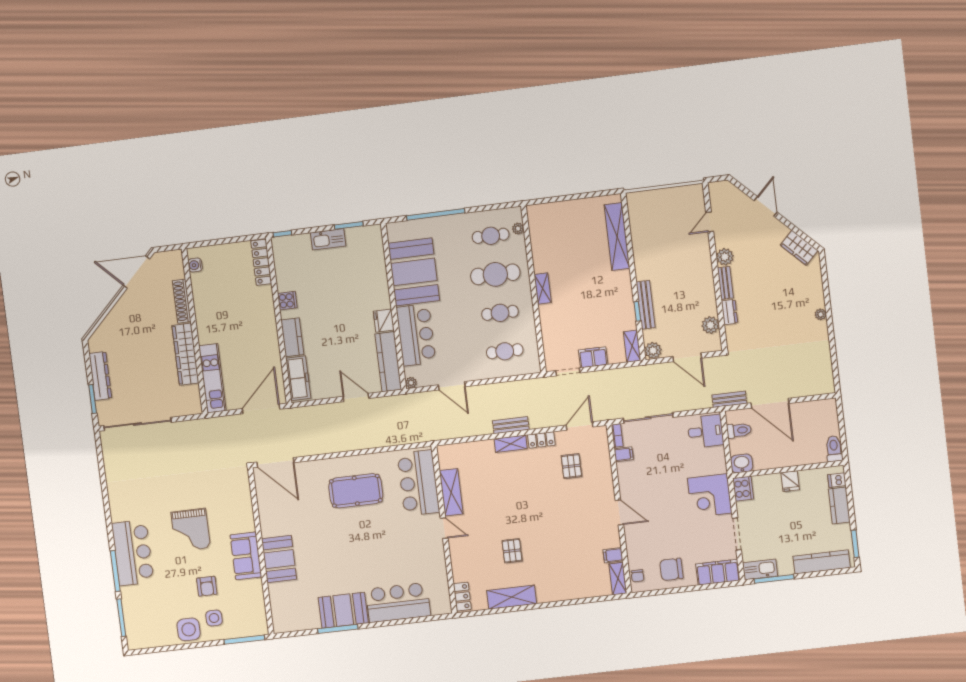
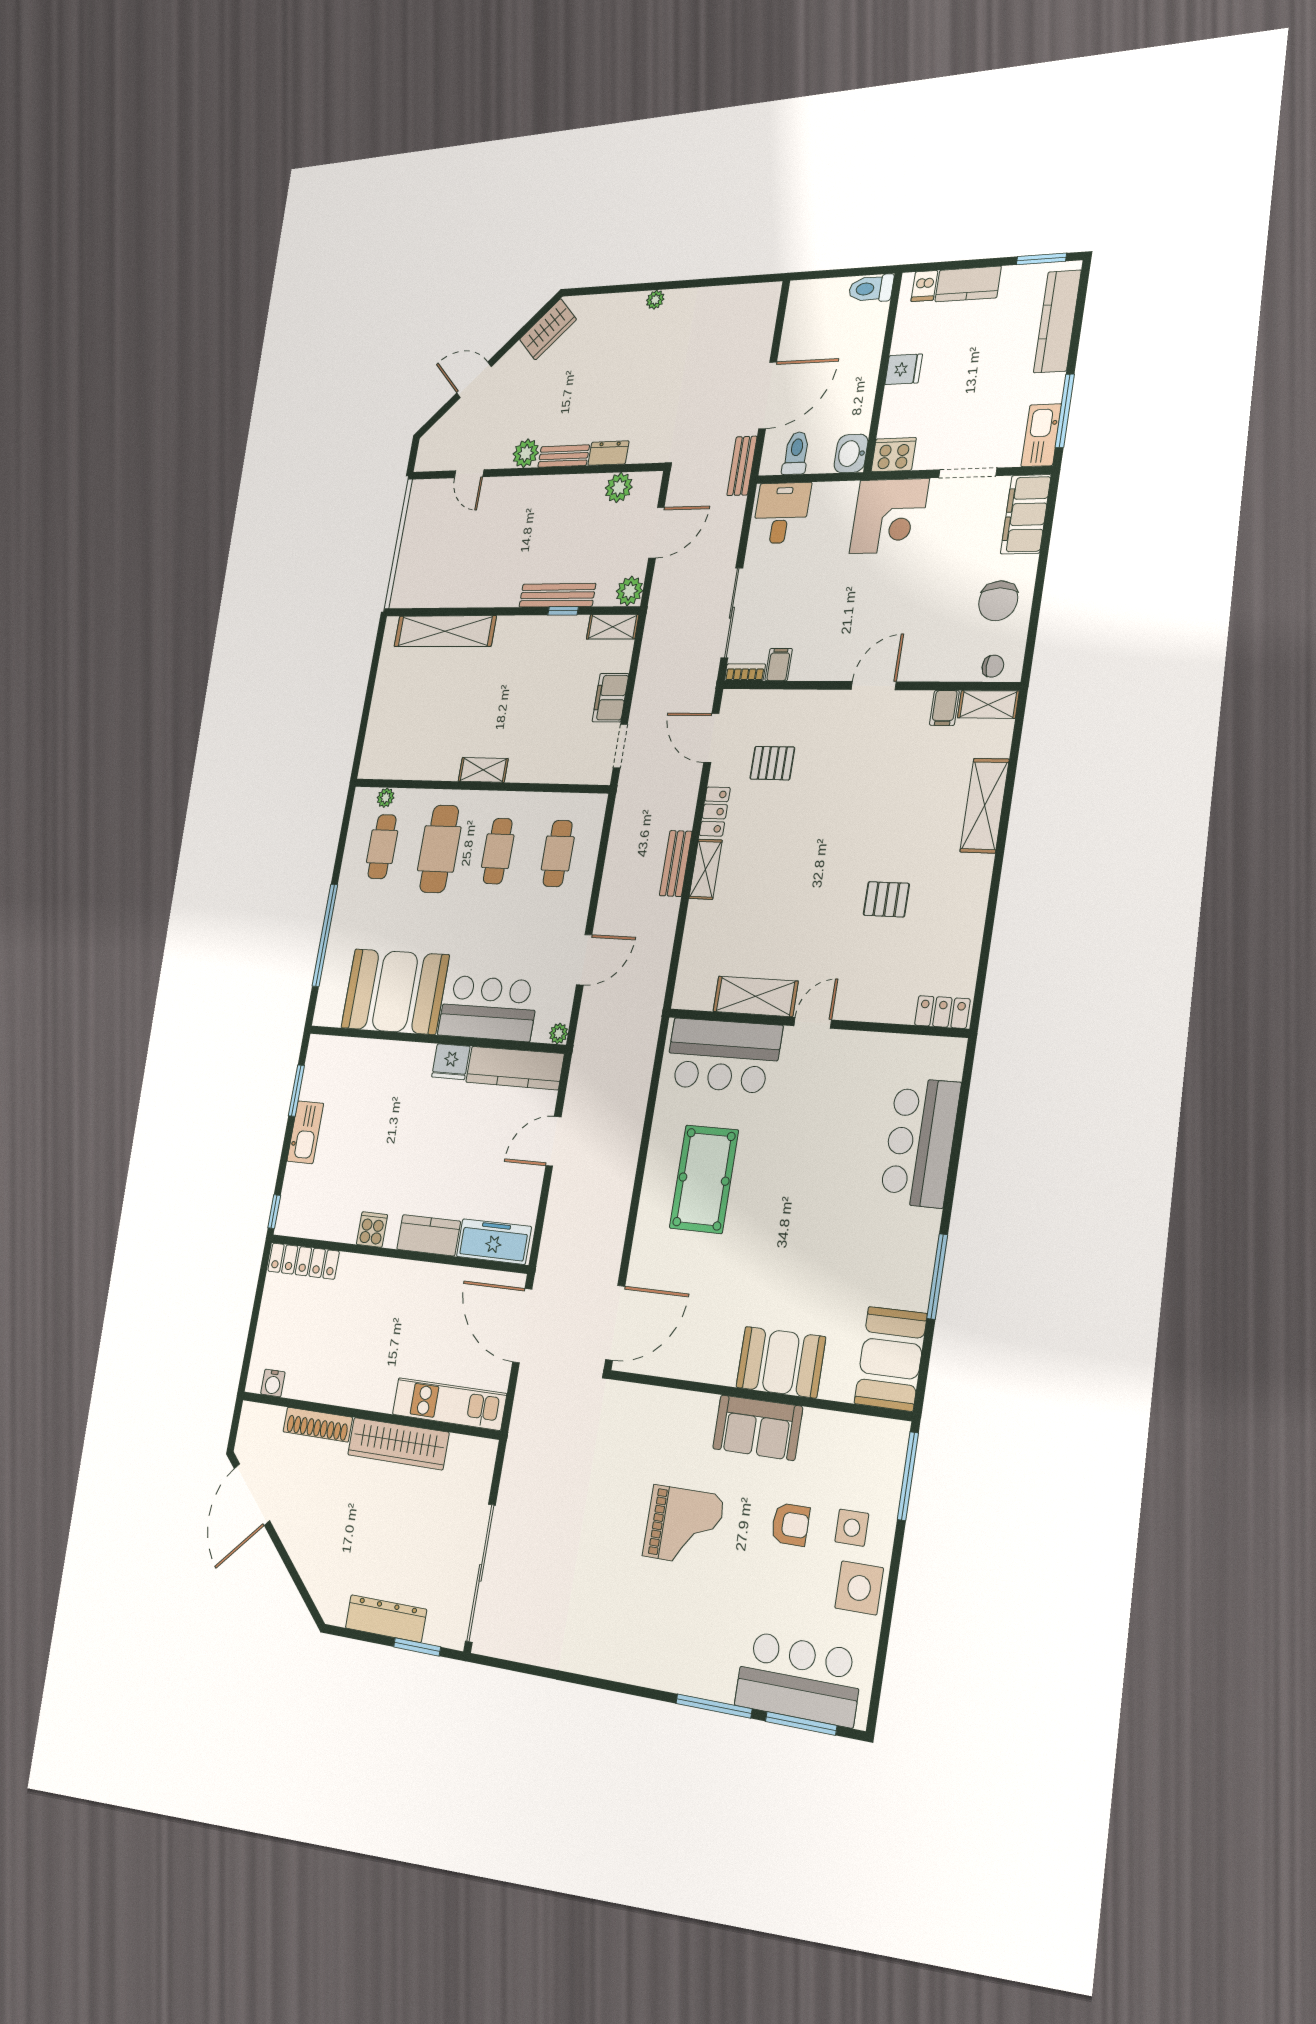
bar counter: (133, 553) -> (799, 1679), moved
shelving: (512, 597) -> (985, 806), moved
booth: (343, 610) -> (891, 1359), moved

